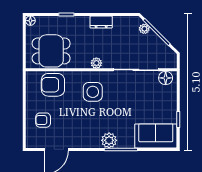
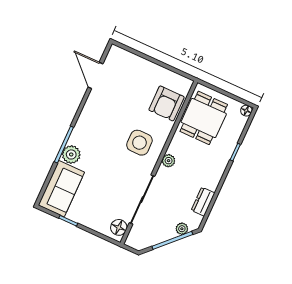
dresser: (101, 22) -> (203, 202), moved
armchair: (53, 85) -> (166, 103), turned 180
armchair: (43, 120) -> (133, 76), removed
plant: (109, 140) -> (71, 154), moved

